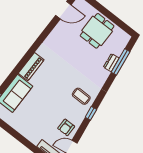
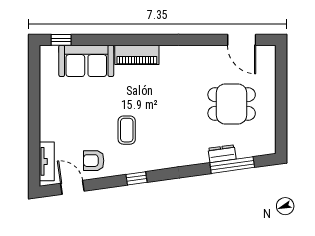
dining table: (97, 31) -> (232, 104), moved
coffee table: (81, 96) -> (127, 130), moved

